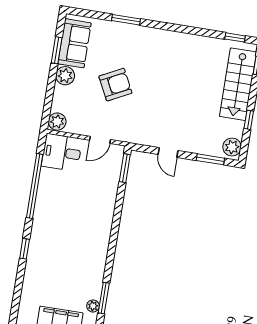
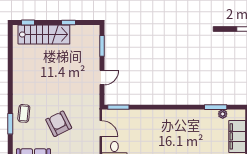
window: (235, 37) -> (10, 42), removed
coffee table: (137, 40) -> (24, 113), added
plant: (232, 147) -> (90, 31), removed

